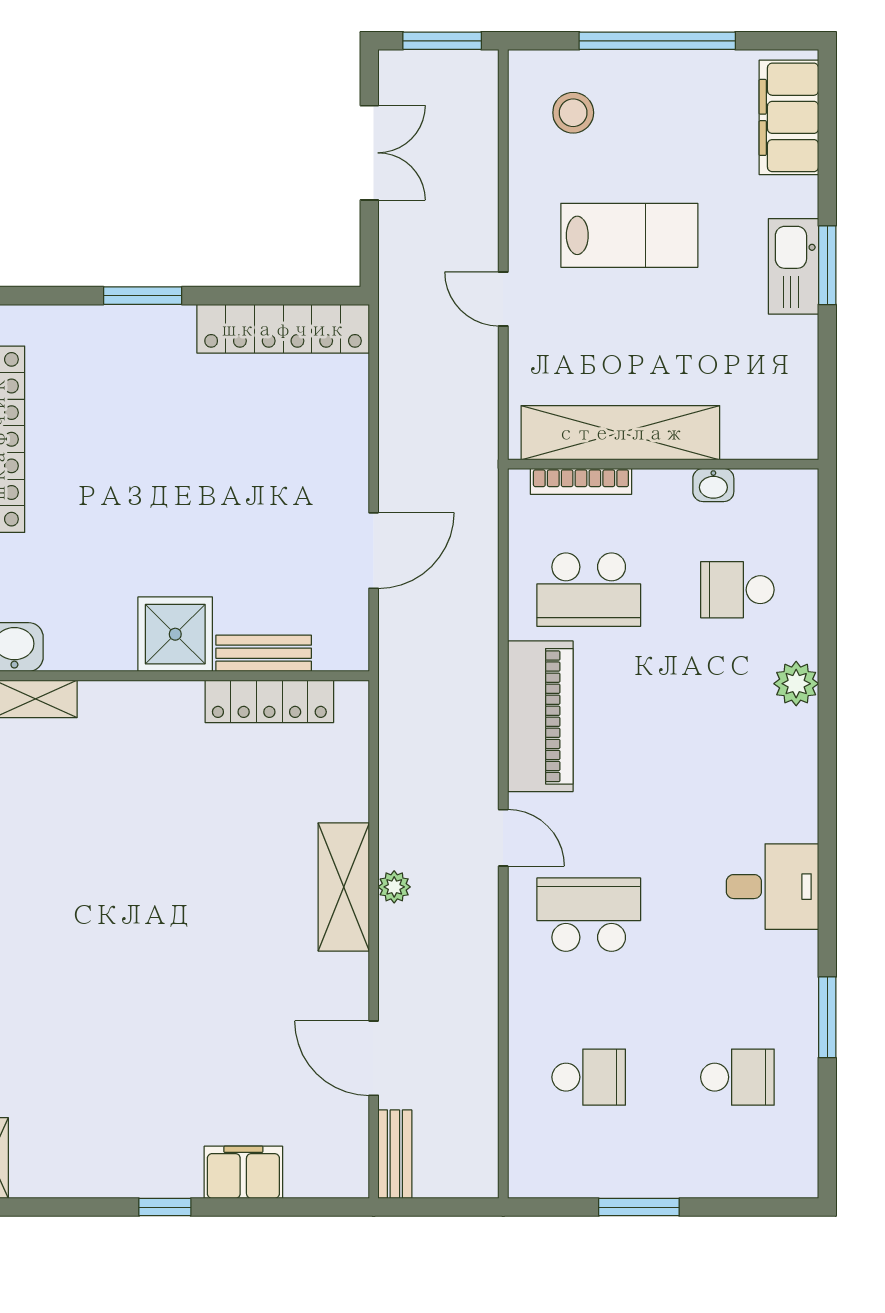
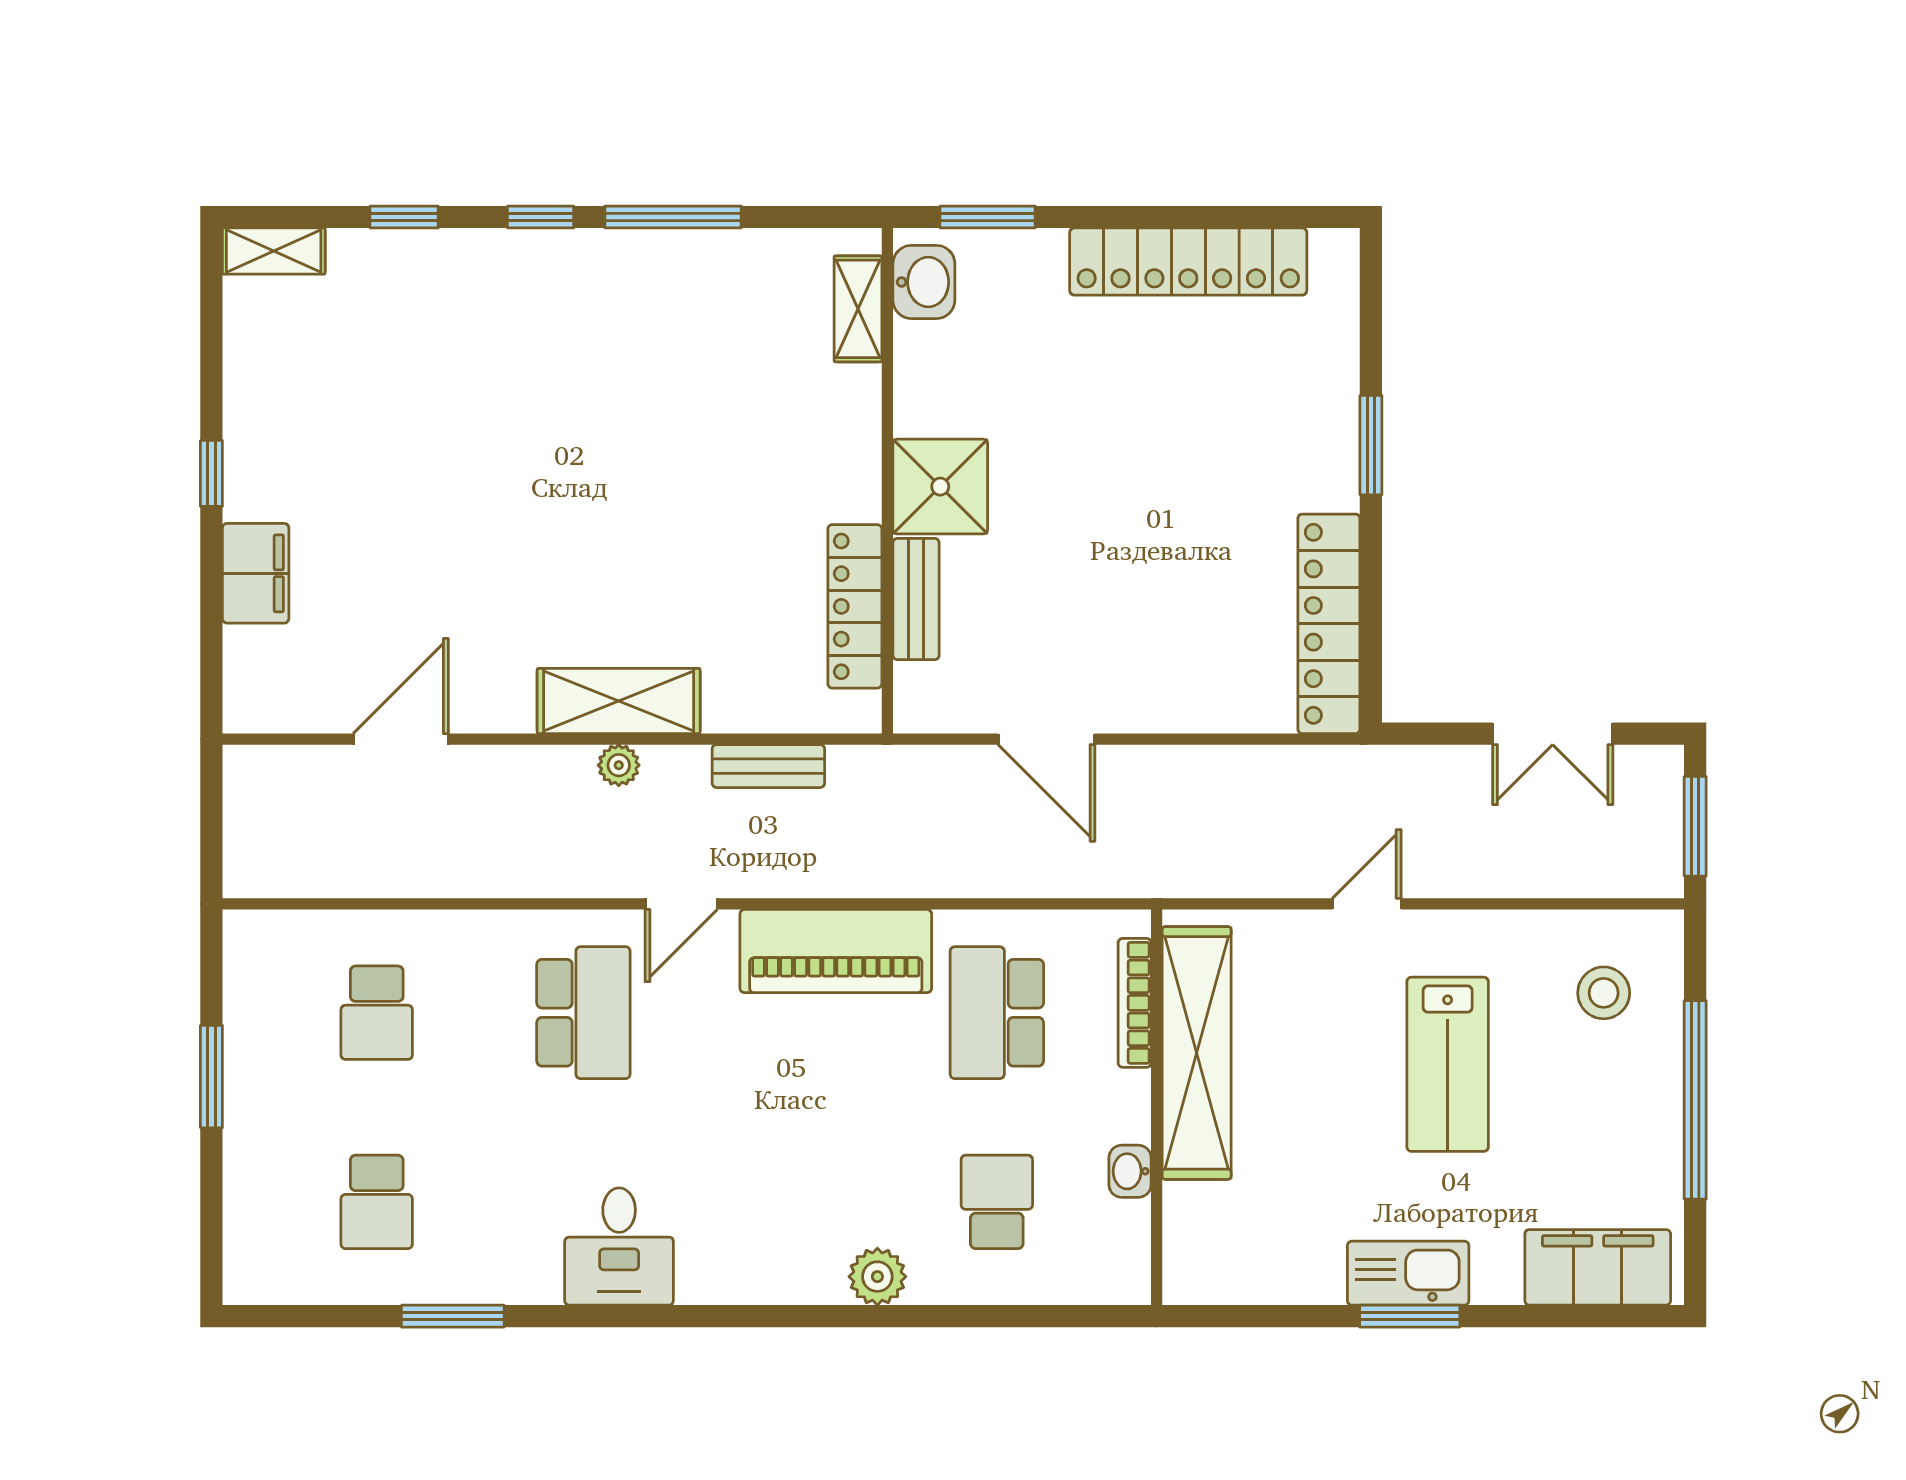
bench: (395, 1154) -> (768, 766), moved

